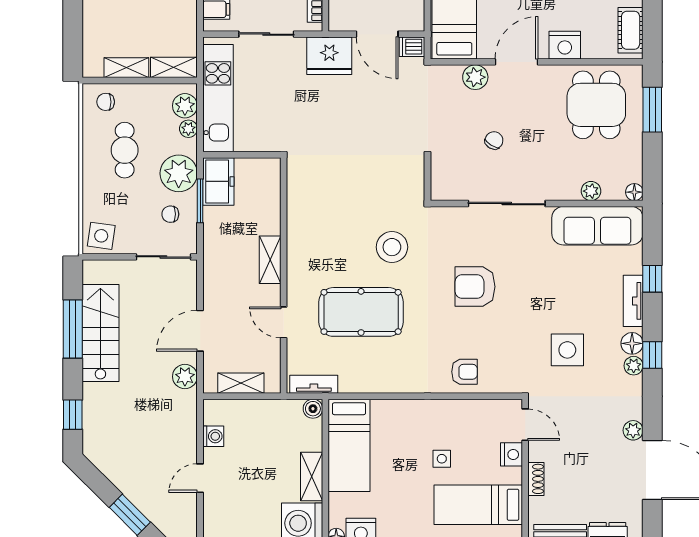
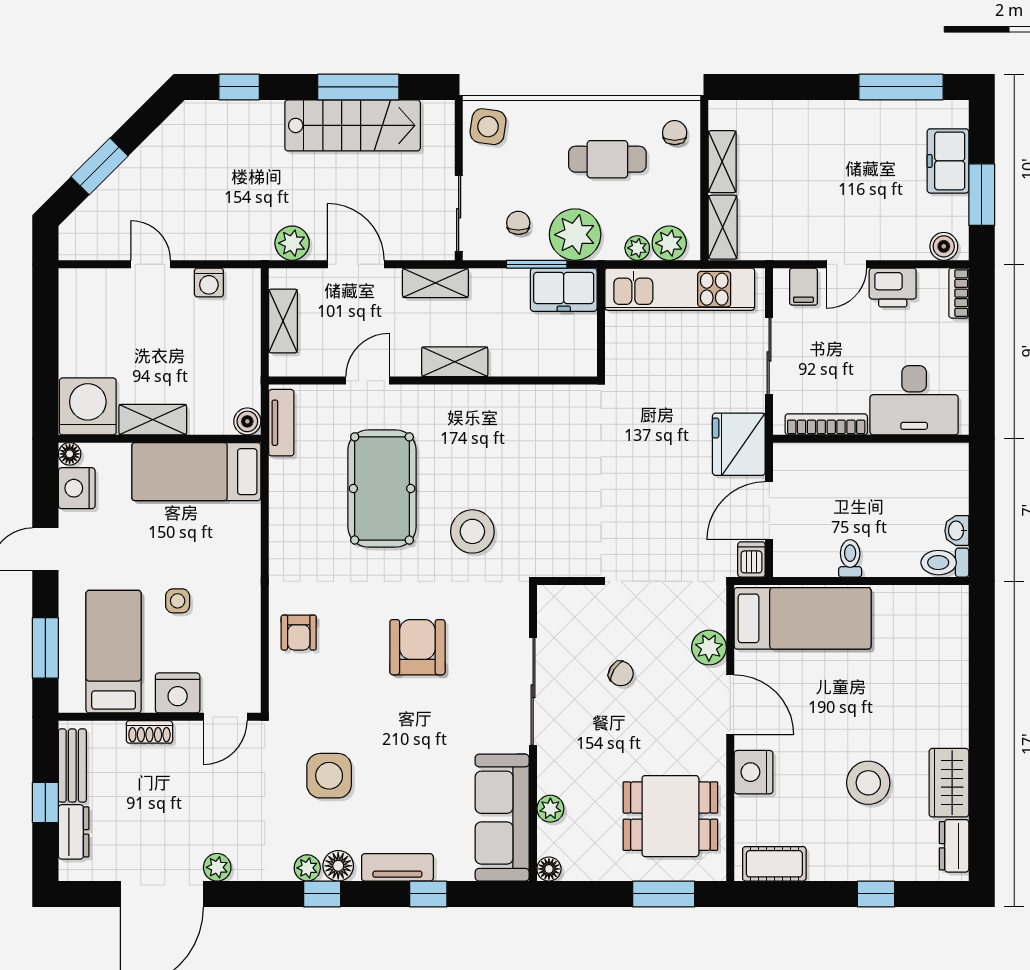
shelving: (213, 274) -> (435, 283), added
nightstand: (511, 454) -> (178, 693), width x1.36, depth x1.33

